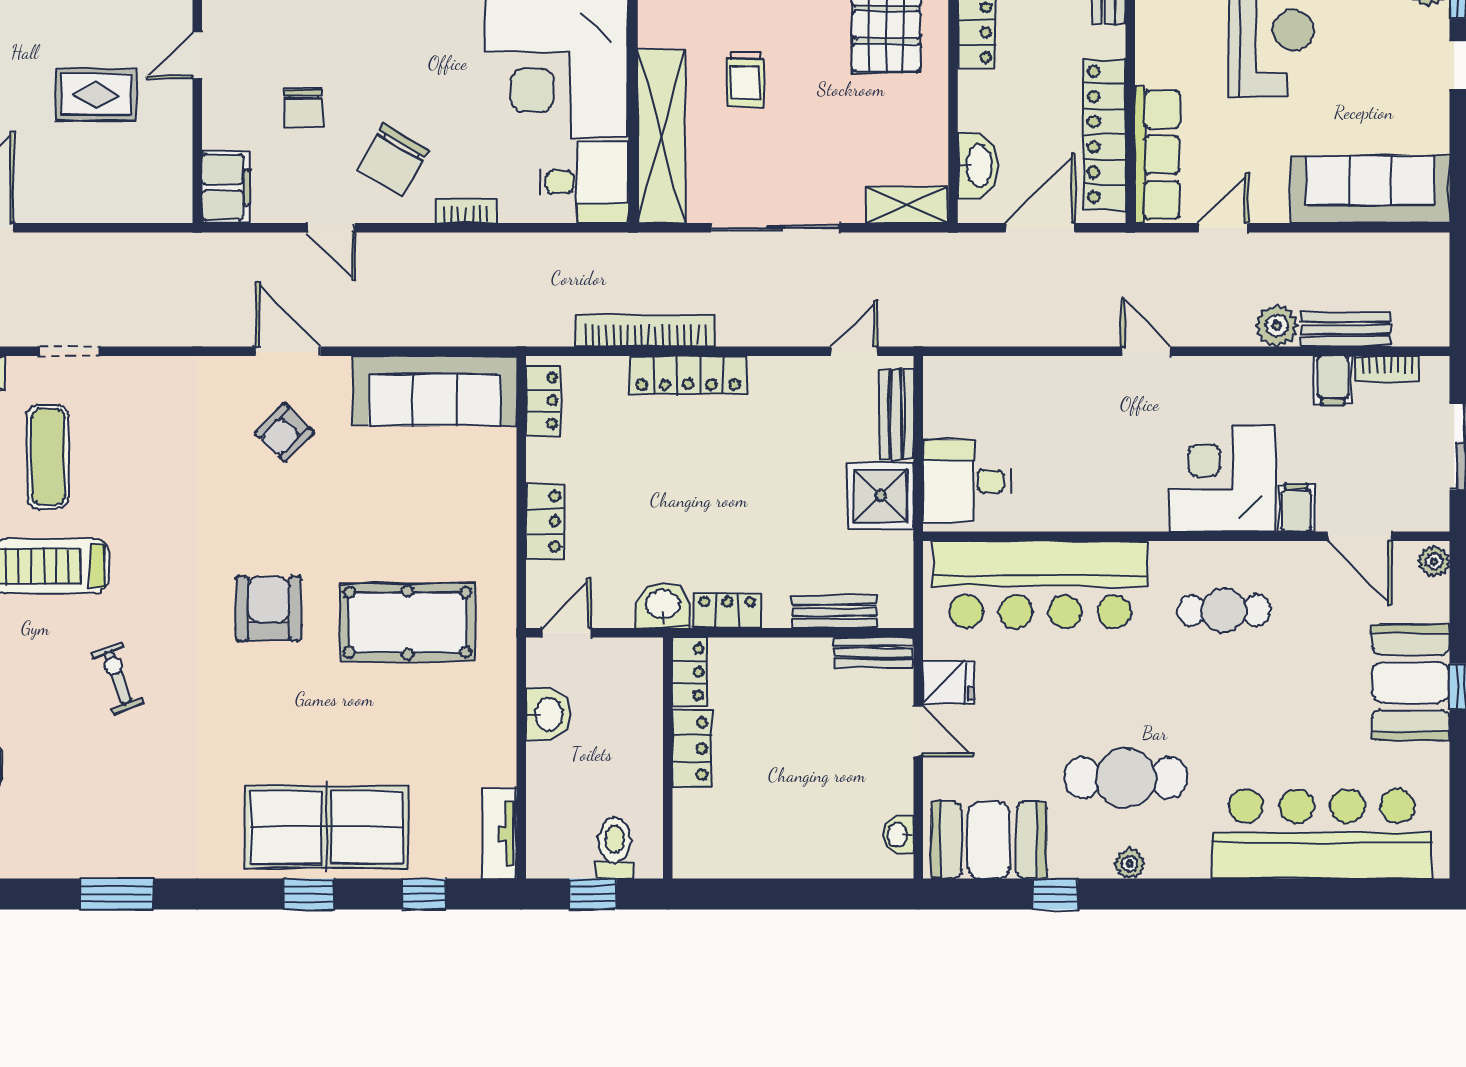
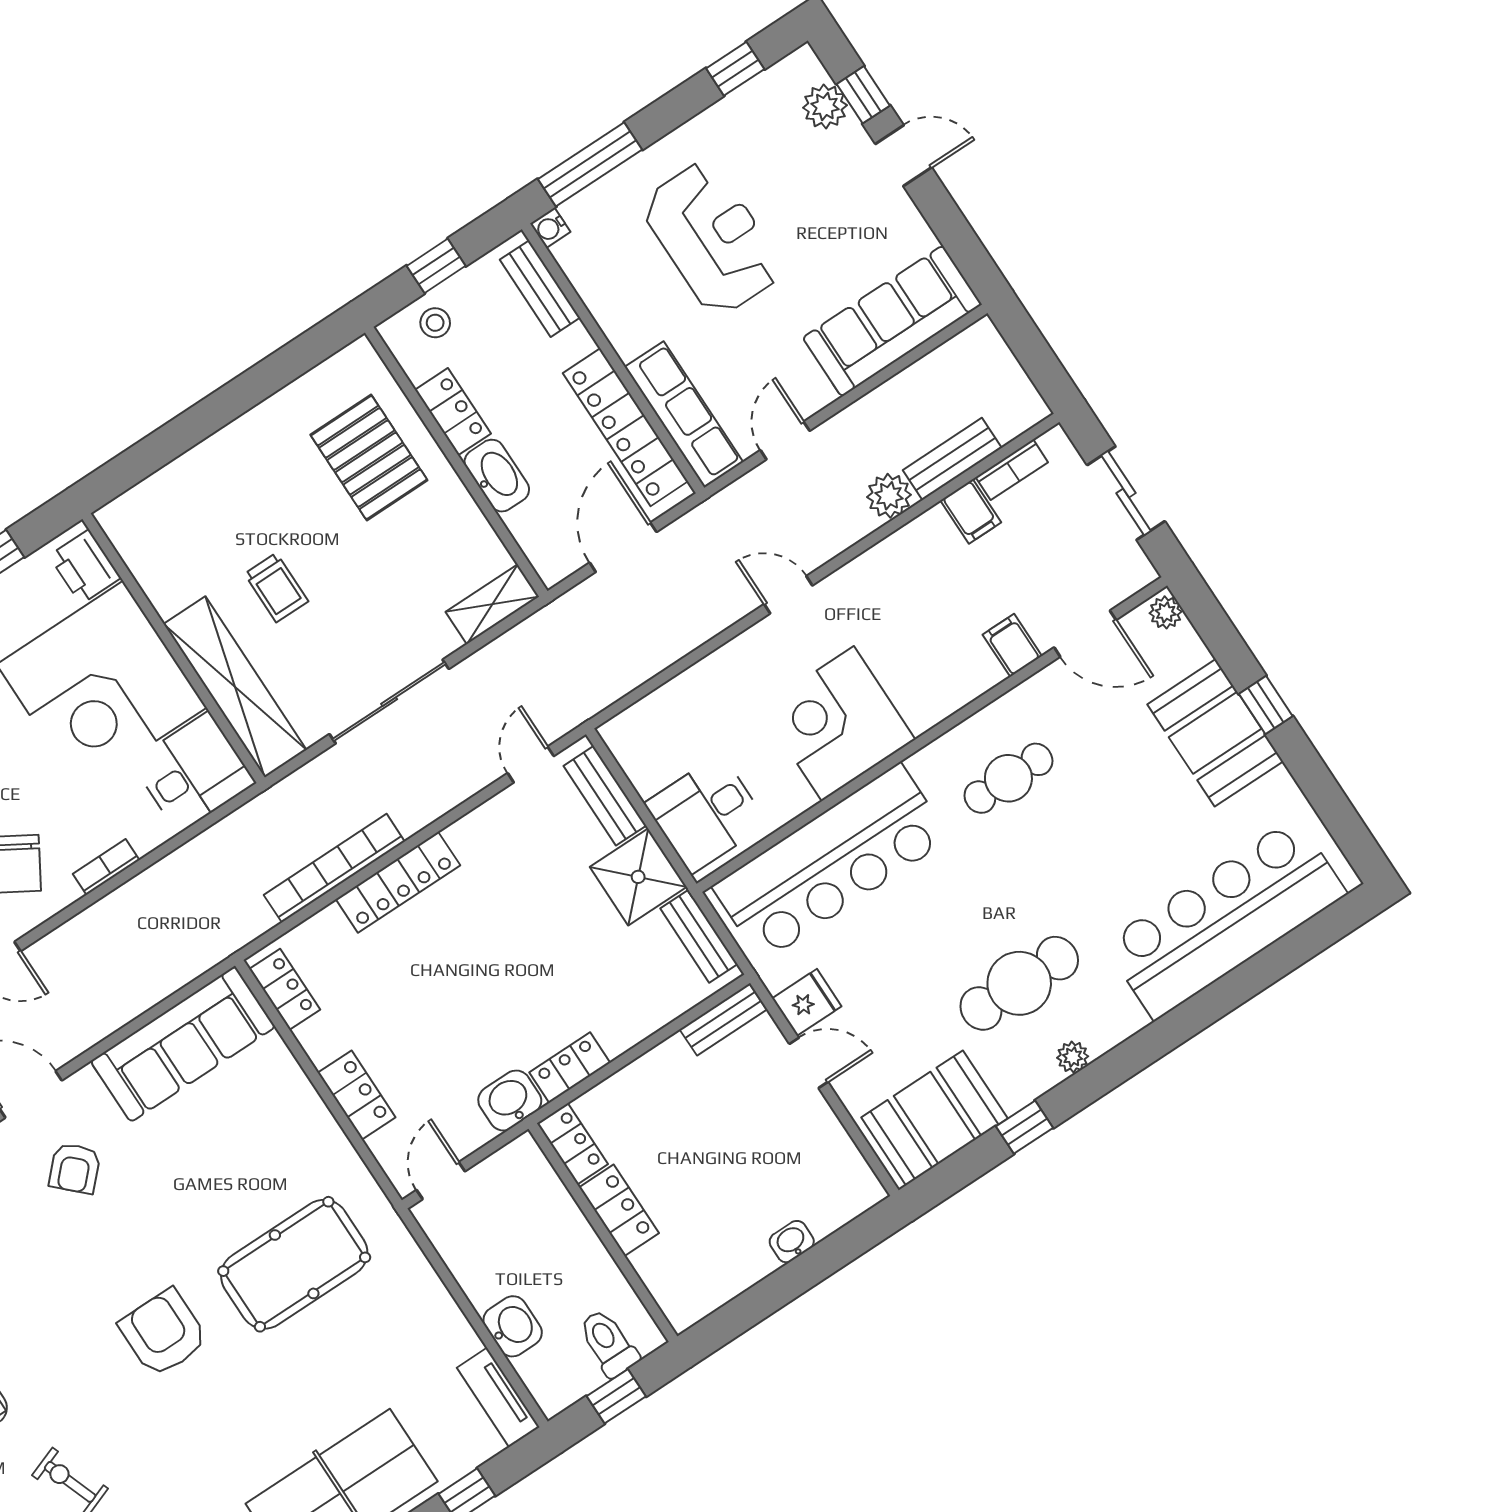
washbasin: (978, 166) -> (497, 476), moved
corner desk: (1222, 479) -> (838, 724), moved
bench: (834, 612) -> (699, 936), moved, turned 90
washbasin: (548, 714) -> (513, 1326), moved
washbasin: (898, 835) -> (792, 1242), moved, turned 90

